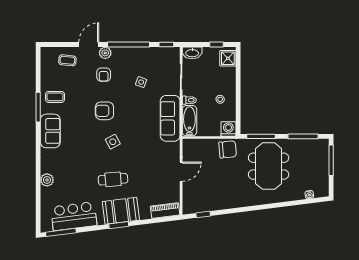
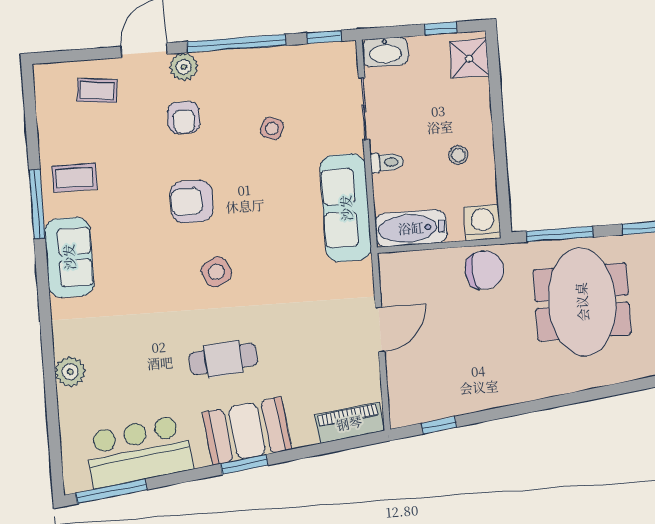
bathtub: (189, 121) -> (411, 228), moved, turned -90

